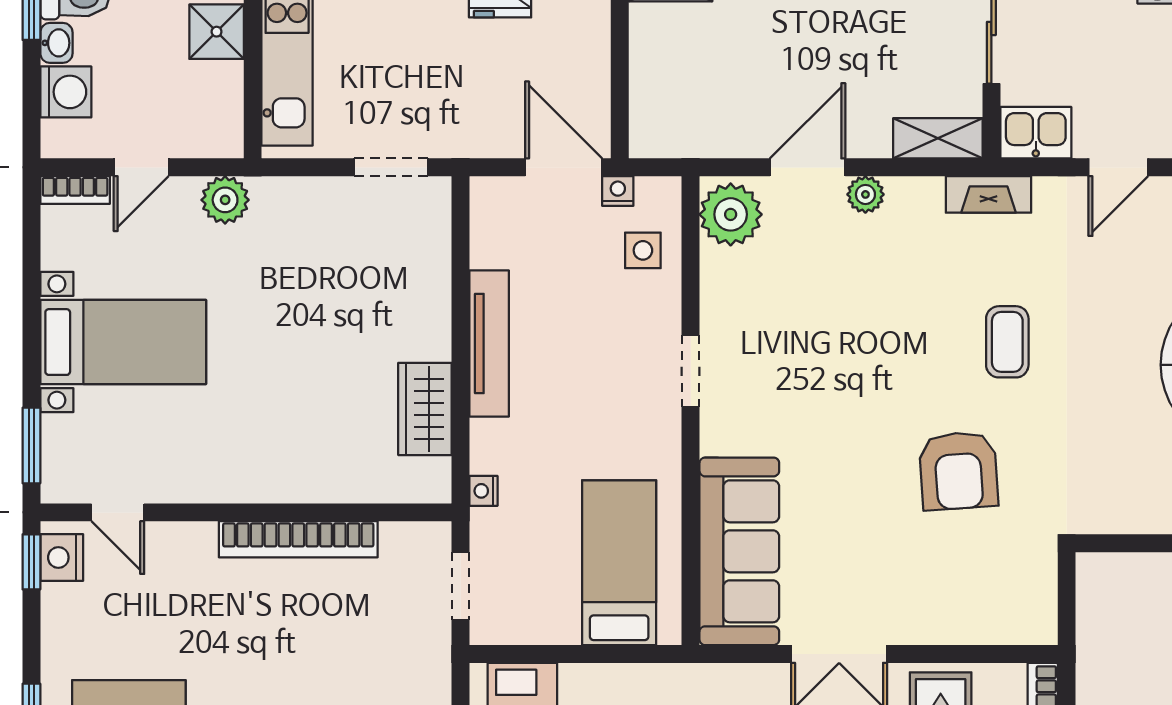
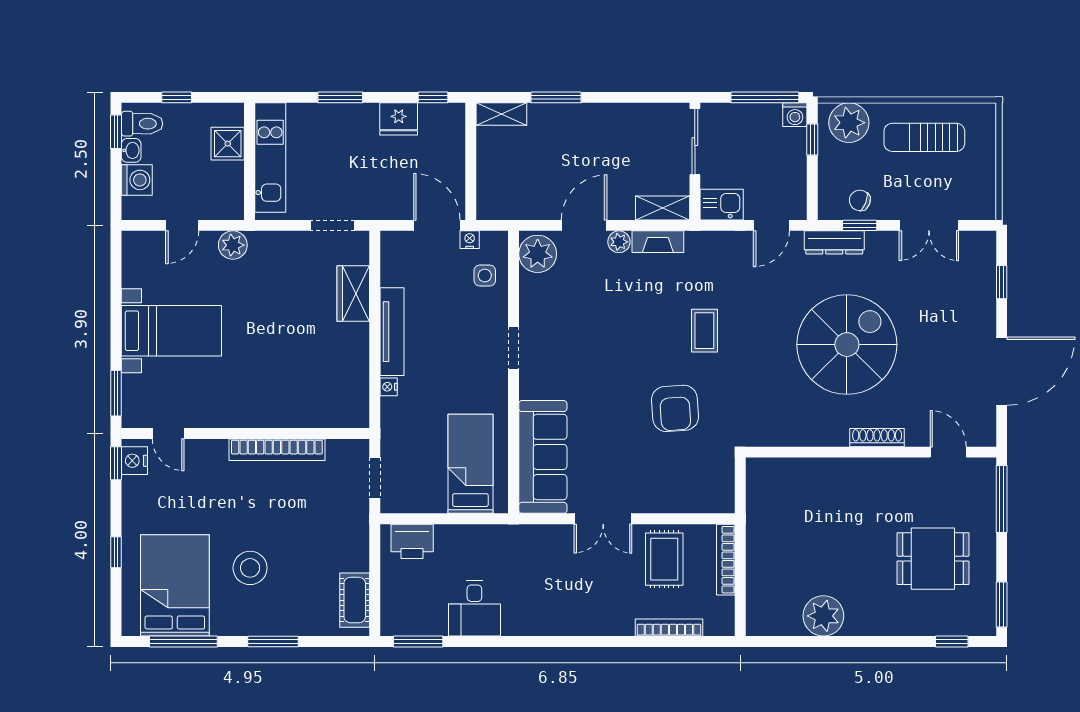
bookcase: (75, 190) -> (142, 239), removed
fireplace: (989, 194) -> (658, 242), moved
wardrobe: (425, 409) -> (353, 293), moved
nightstand: (483, 491) -> (389, 387), moved

